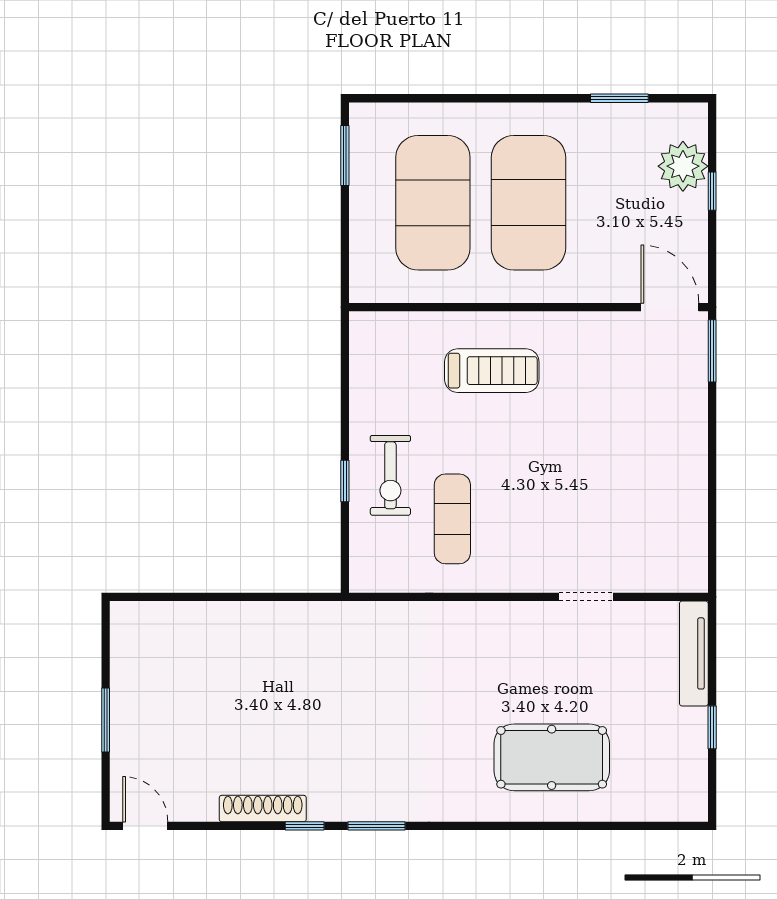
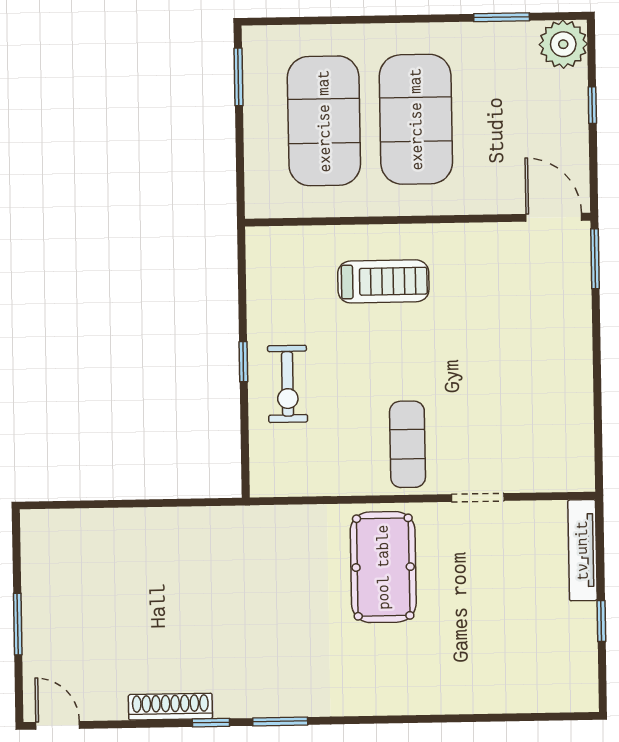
plant: (683, 166) -> (563, 44), moved
window: (345, 481) -> (243, 362), moved
exercise mat: (452, 519) -> (408, 444), moved
pool table: (552, 757) -> (383, 567), moved, turned 90

